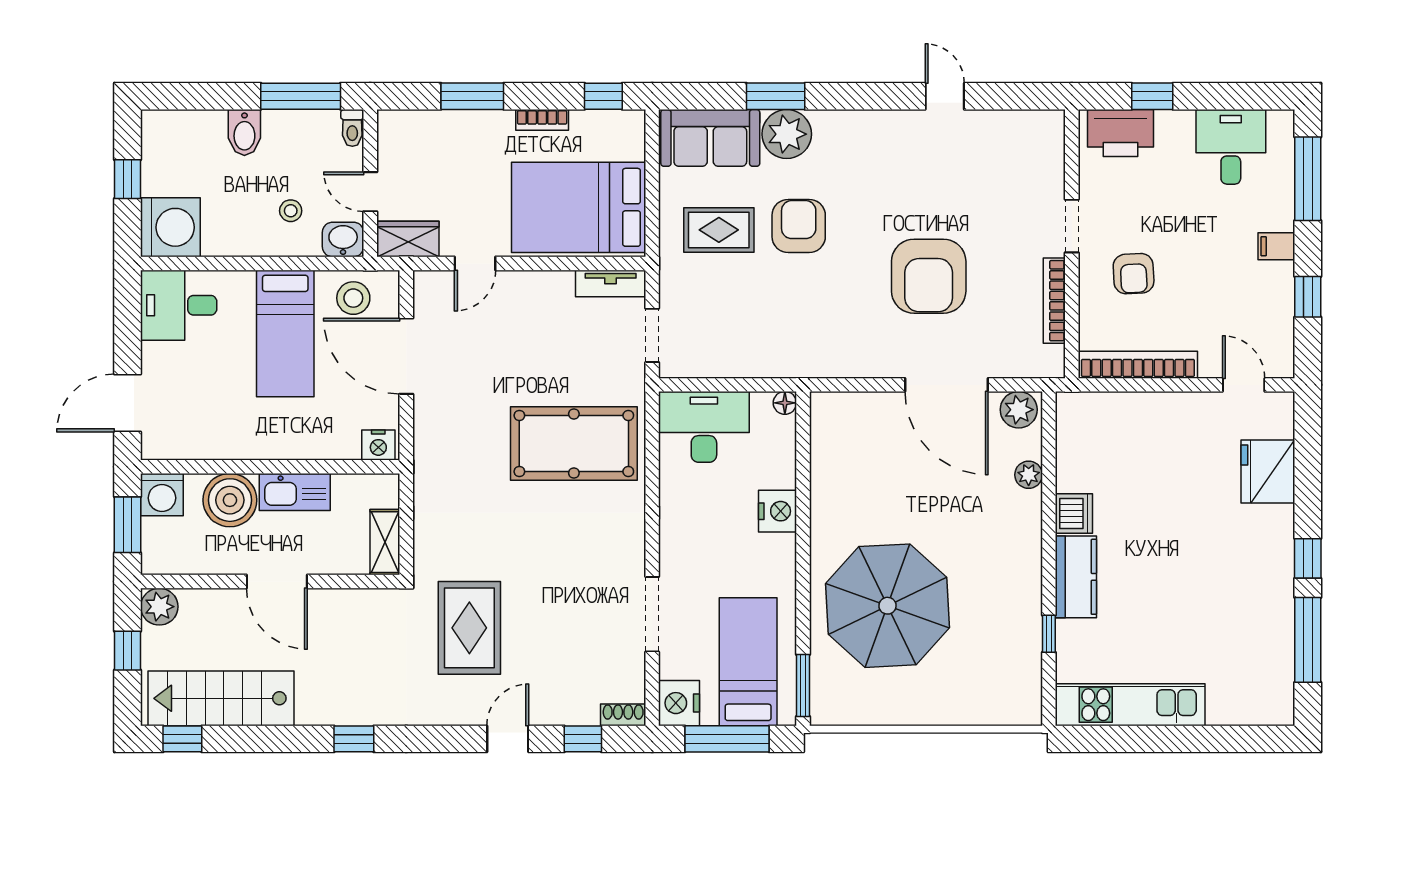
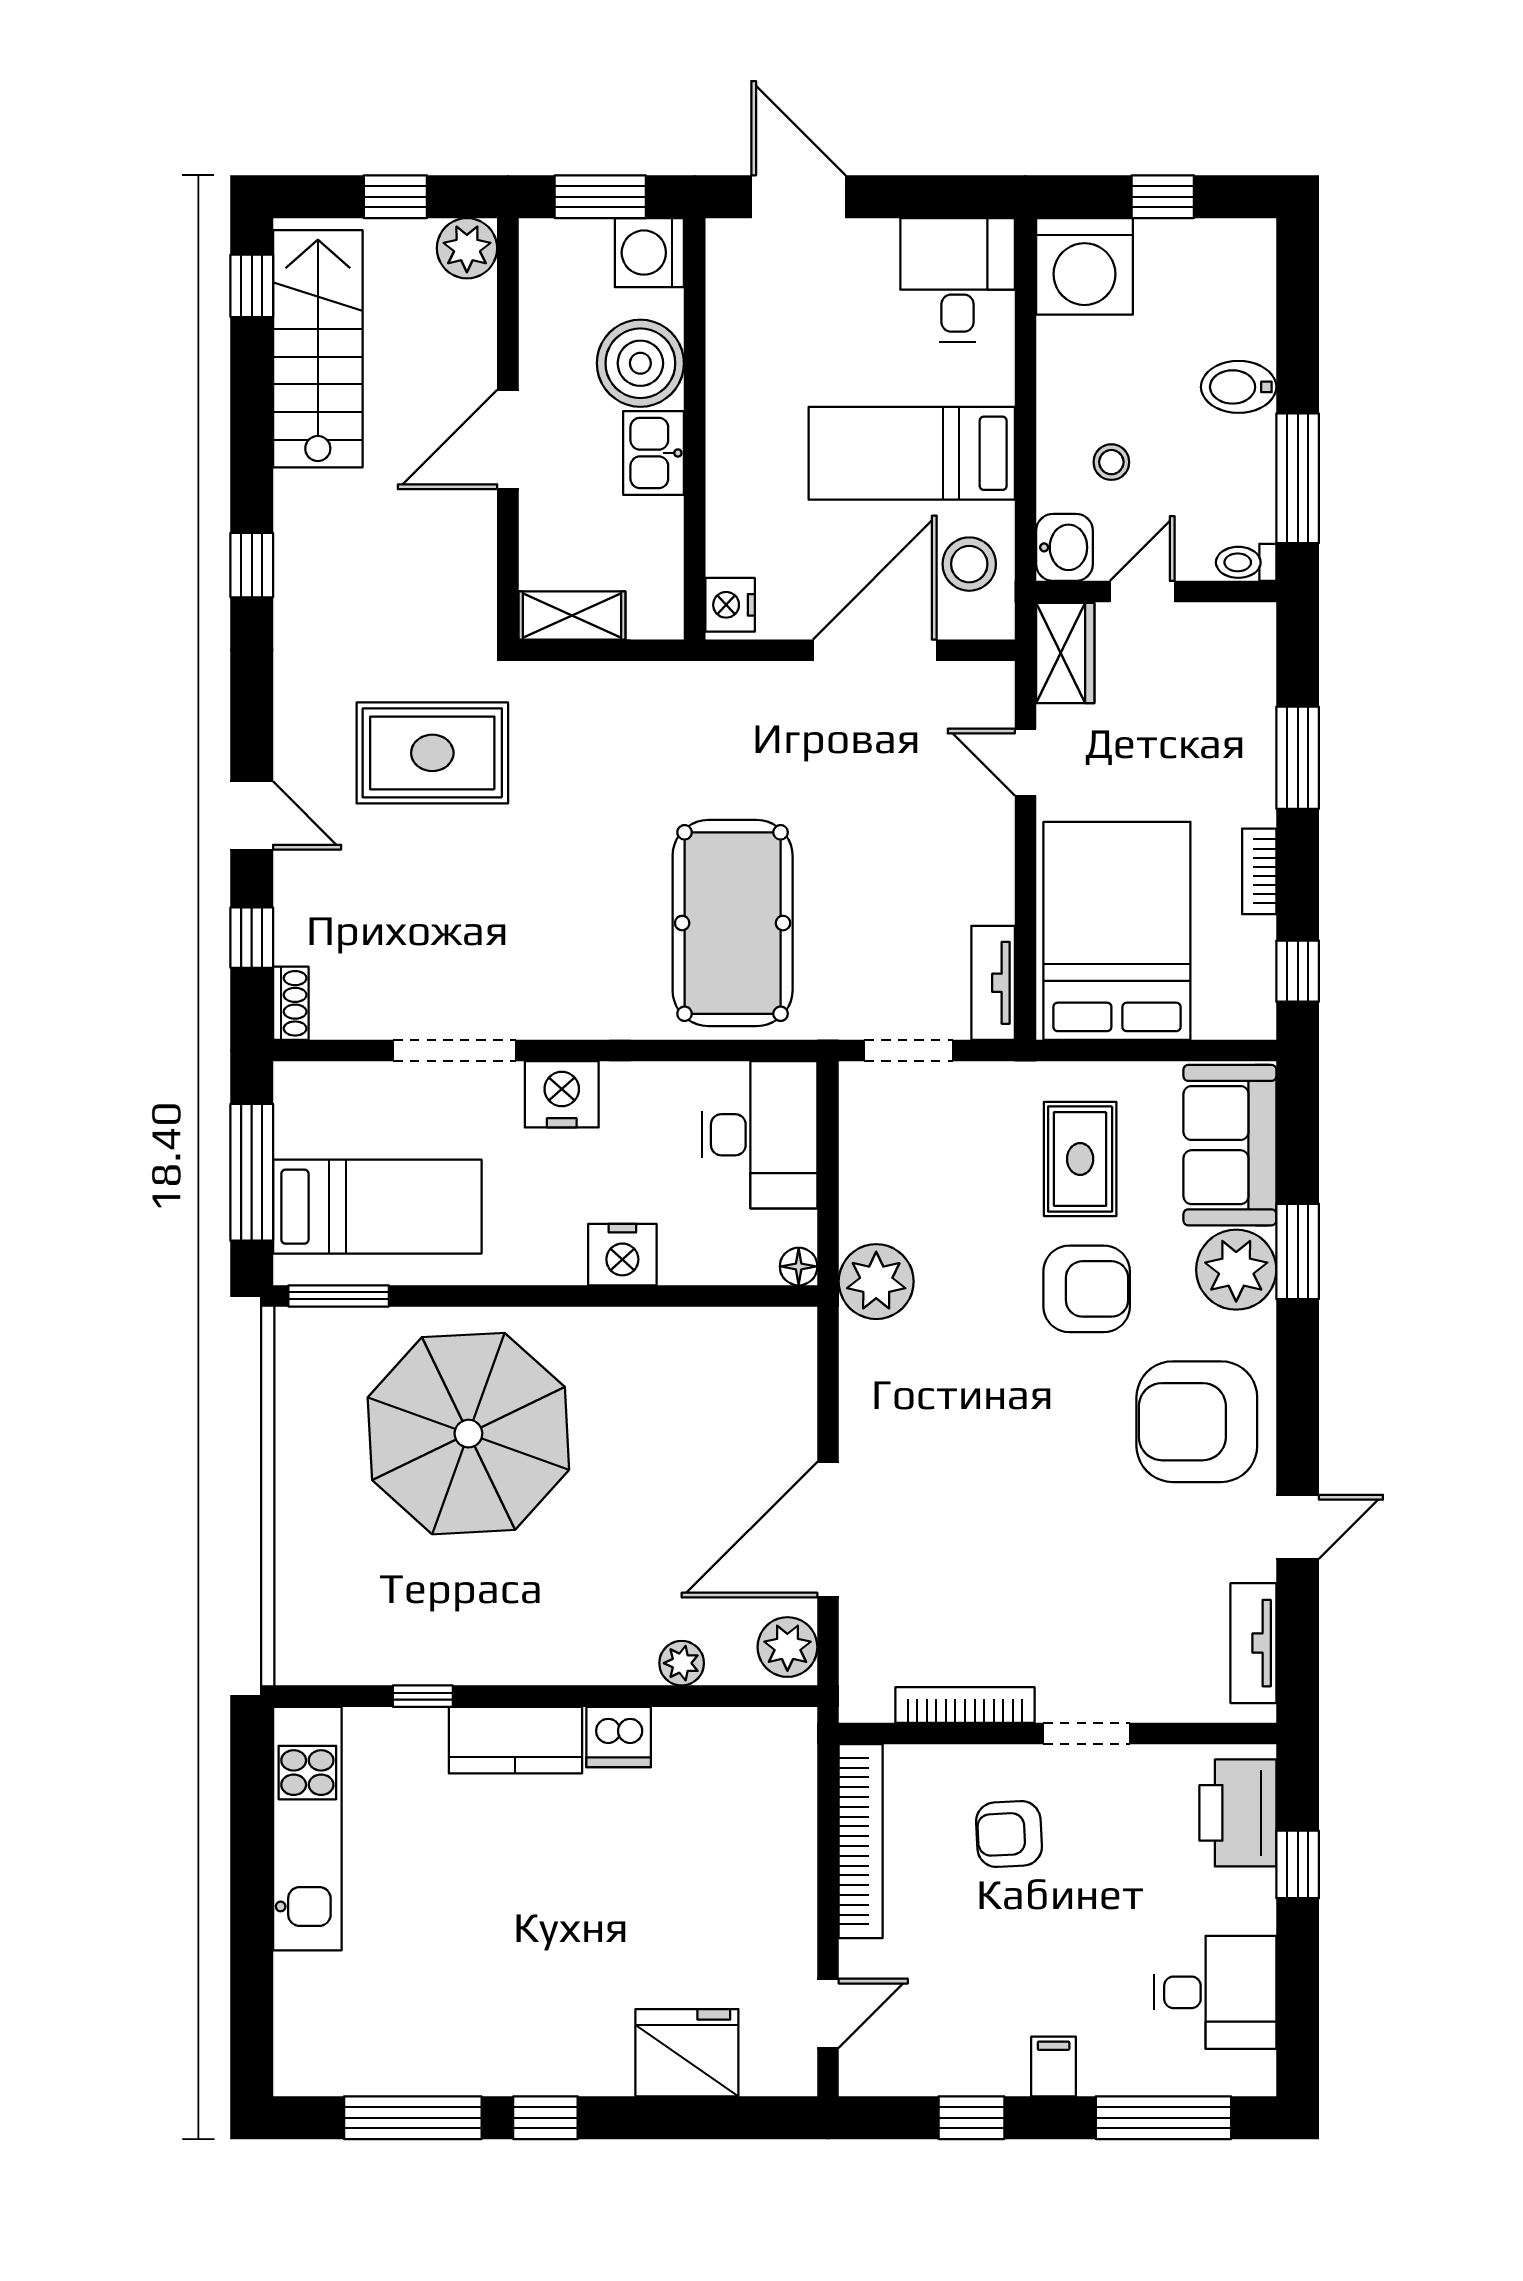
tv unit: (1016, 123) -> (1253, 1643), added
armchair: (929, 276) -> (1197, 1422), moved
plant: (794, 355) -> (876, 1282), added
kitchen sink: (295, 492) -> (654, 453), width x0.73
nightstand: (679, 703) -> (562, 1094), moved

